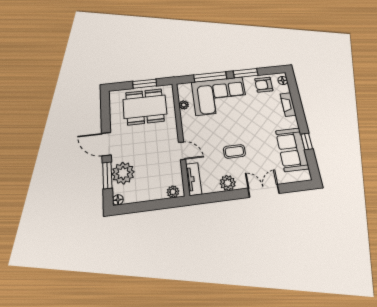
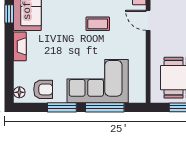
fireplace: (288, 104) -> (20, 46), moved
plant: (184, 105) -> (140, 75), removed
coffee table: (234, 151) -> (98, 24), moved

